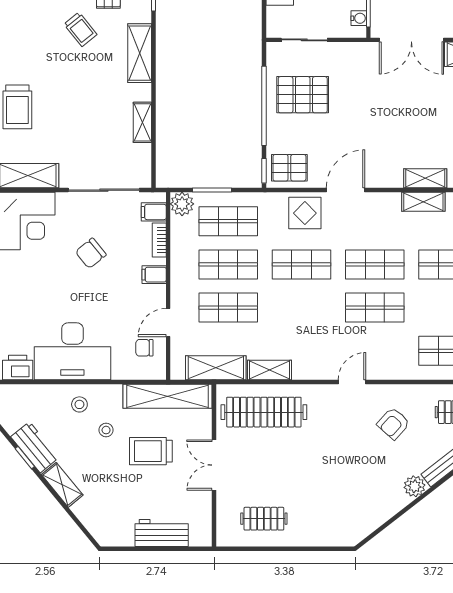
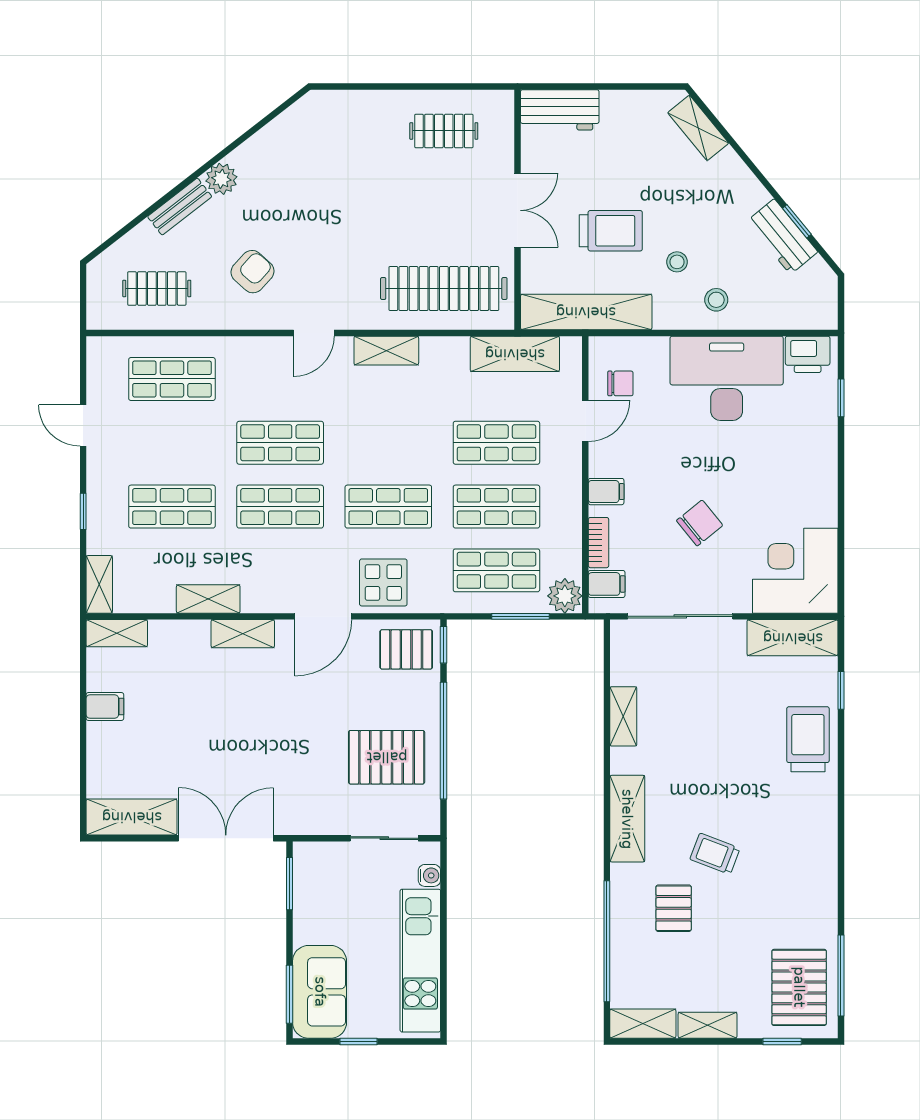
water cooler: (359, 18) -> (429, 875), moved, turned 180
trolley: (80, 29) -> (715, 854), turned -30
shelving: (425, 178) -> (243, 634), moved
shelving: (269, 370) -> (386, 351), moved
shelving: (62, 485) -> (698, 128), moved
workbench: (162, 533) -> (560, 110), moved

